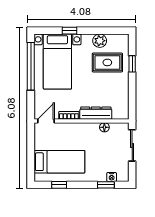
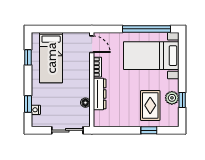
window: (70, 31) -> (182, 100), moved

